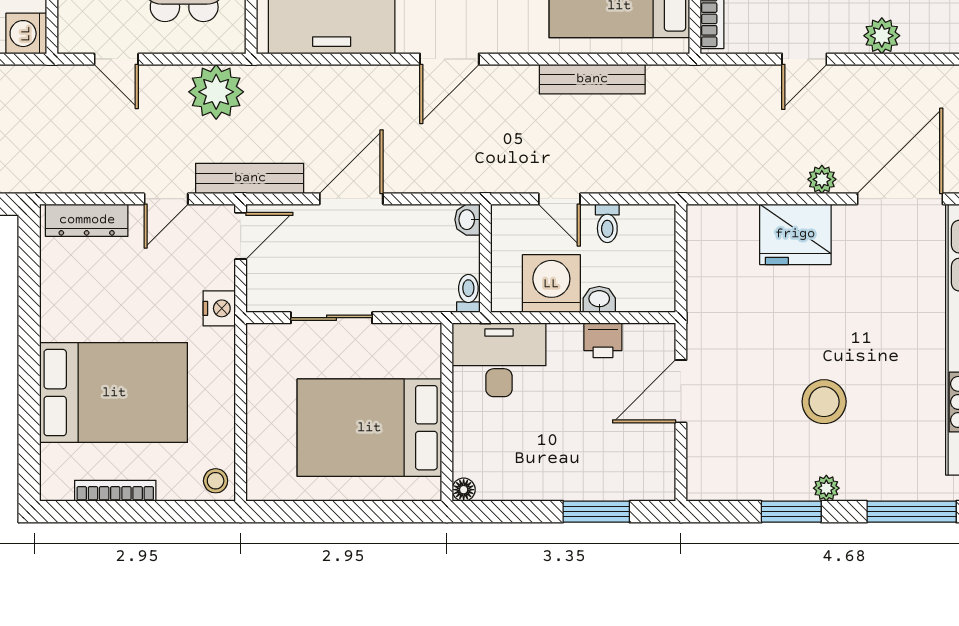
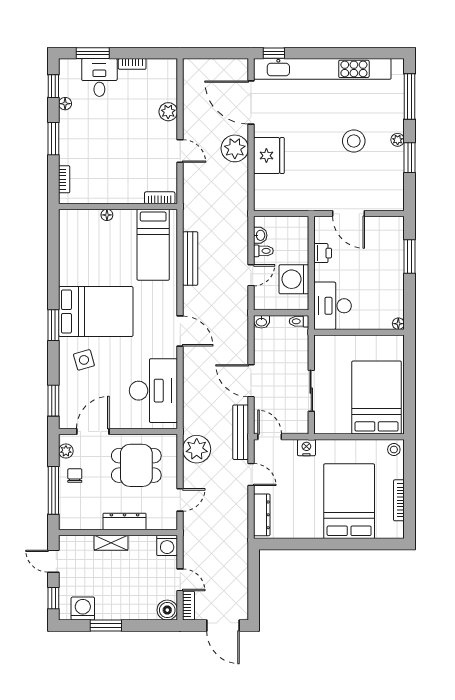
plant: (822, 179) -> (235, 148), width x1.88, depth x1.88
washbasin: (599, 299) -> (260, 235), moved, turned 180
bed: (369, 428) -> (377, 398), moved, turned 180

